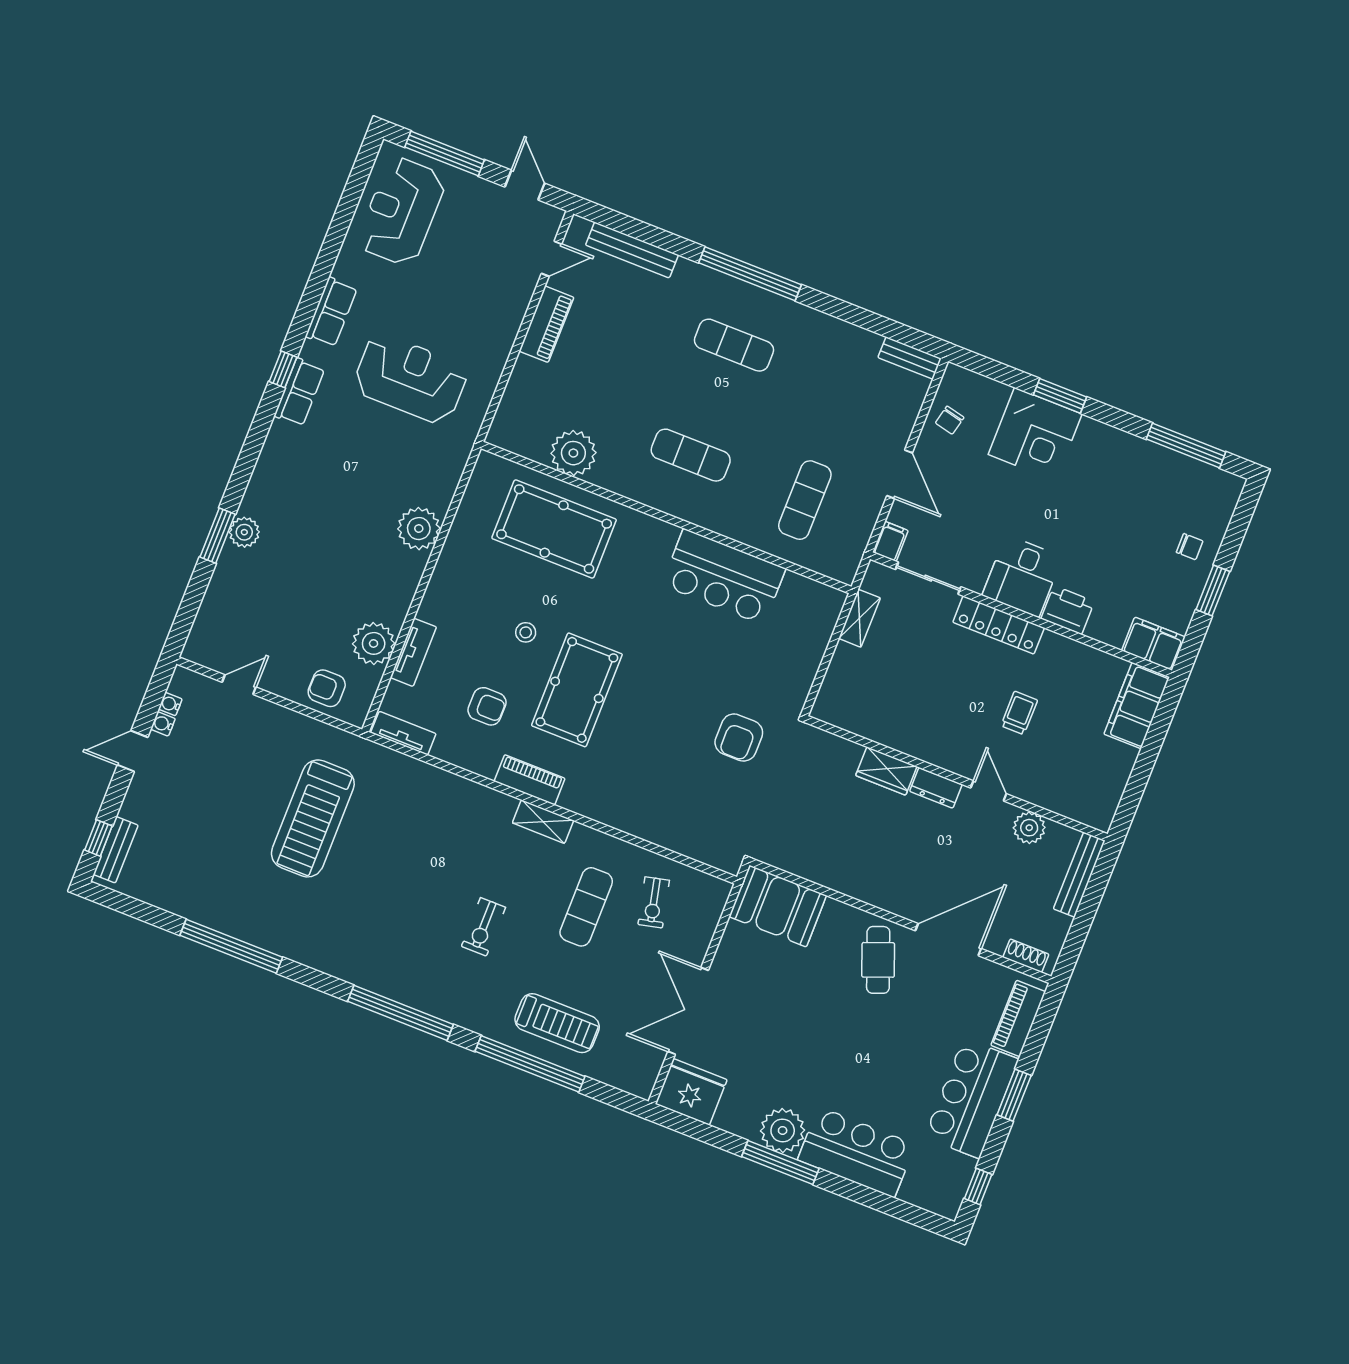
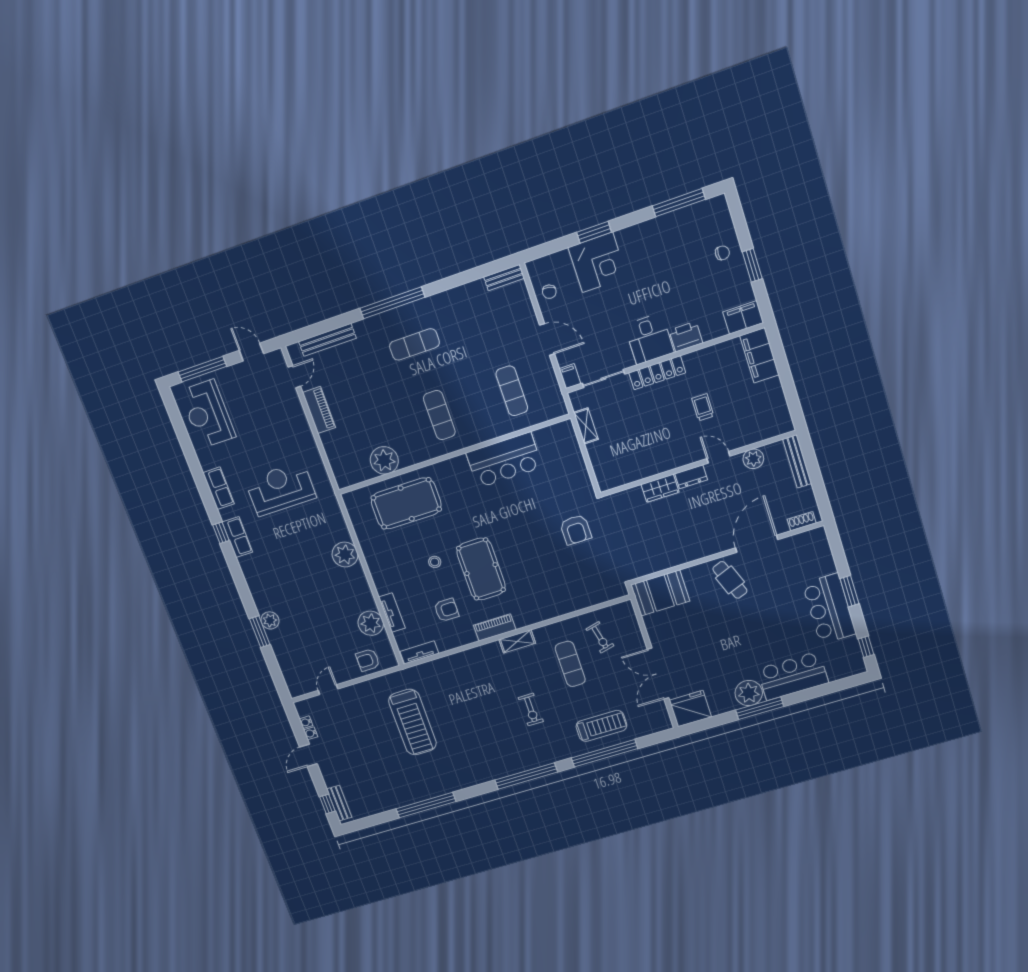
exercise mat: (691, 455) -> (439, 415), turned 90
piano: (1018, 1018) -> (822, 554), removed

